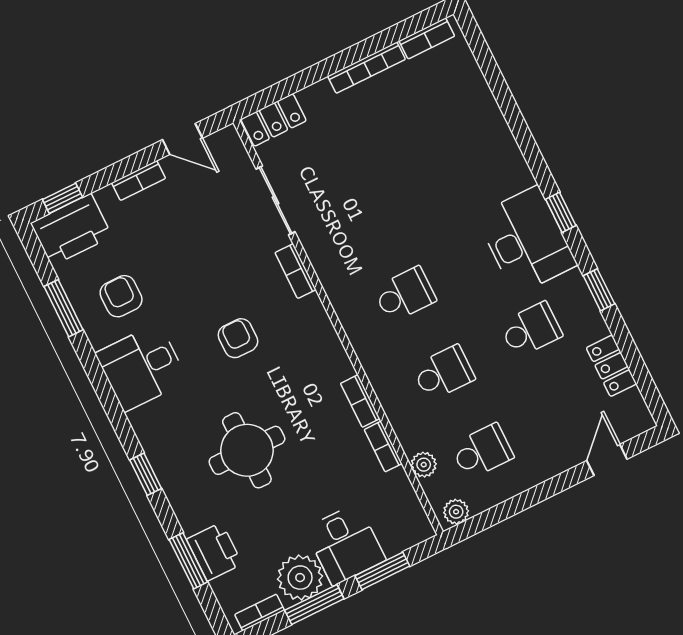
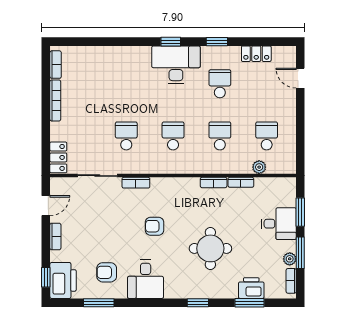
school desk: (366, 216) -> (126, 136), added
plant: (456, 512) -> (289, 163), removed
plant: (300, 578) -> (290, 259), width x0.53, depth x0.53

